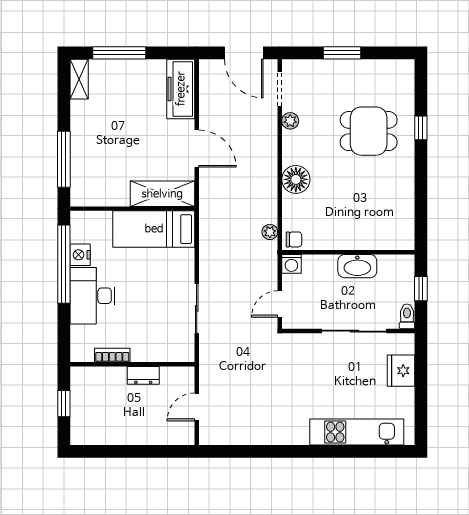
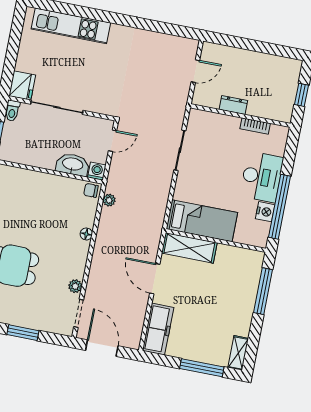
floor lamp: (296, 179) -> (86, 234), width x0.53, depth x0.53
washbasin: (357, 266) -> (73, 165), moved
fridge: (401, 371) -> (22, 86), moved

